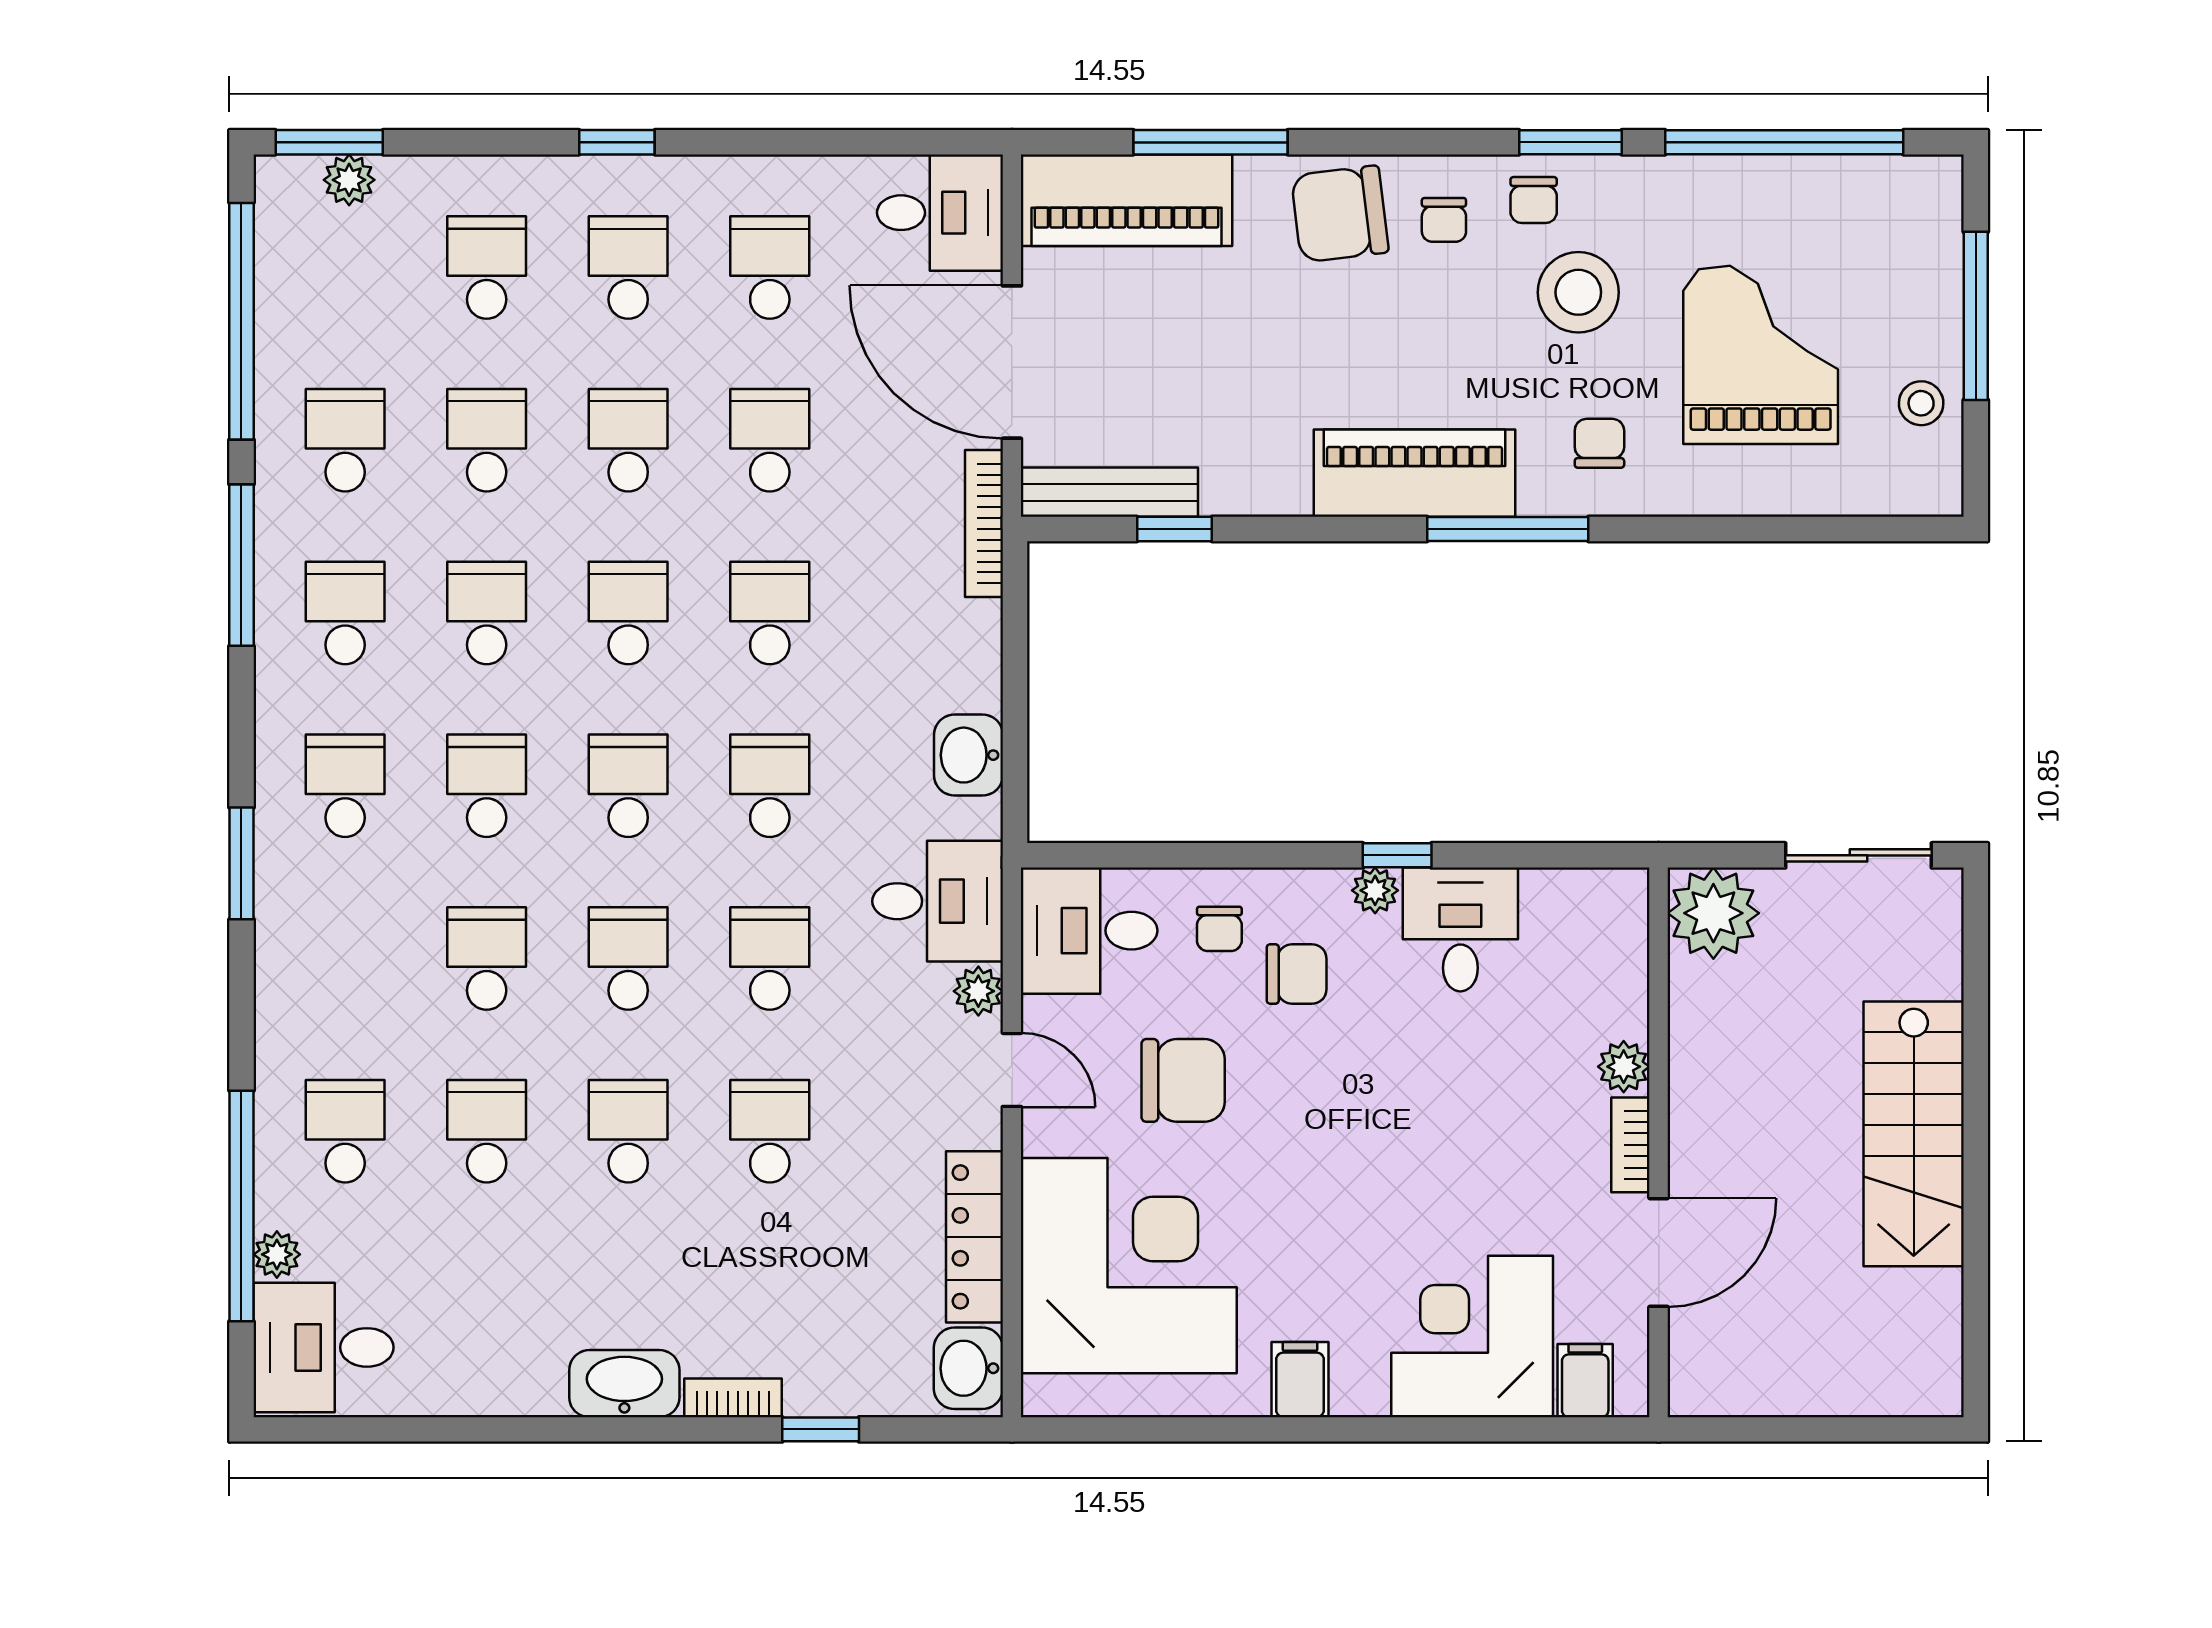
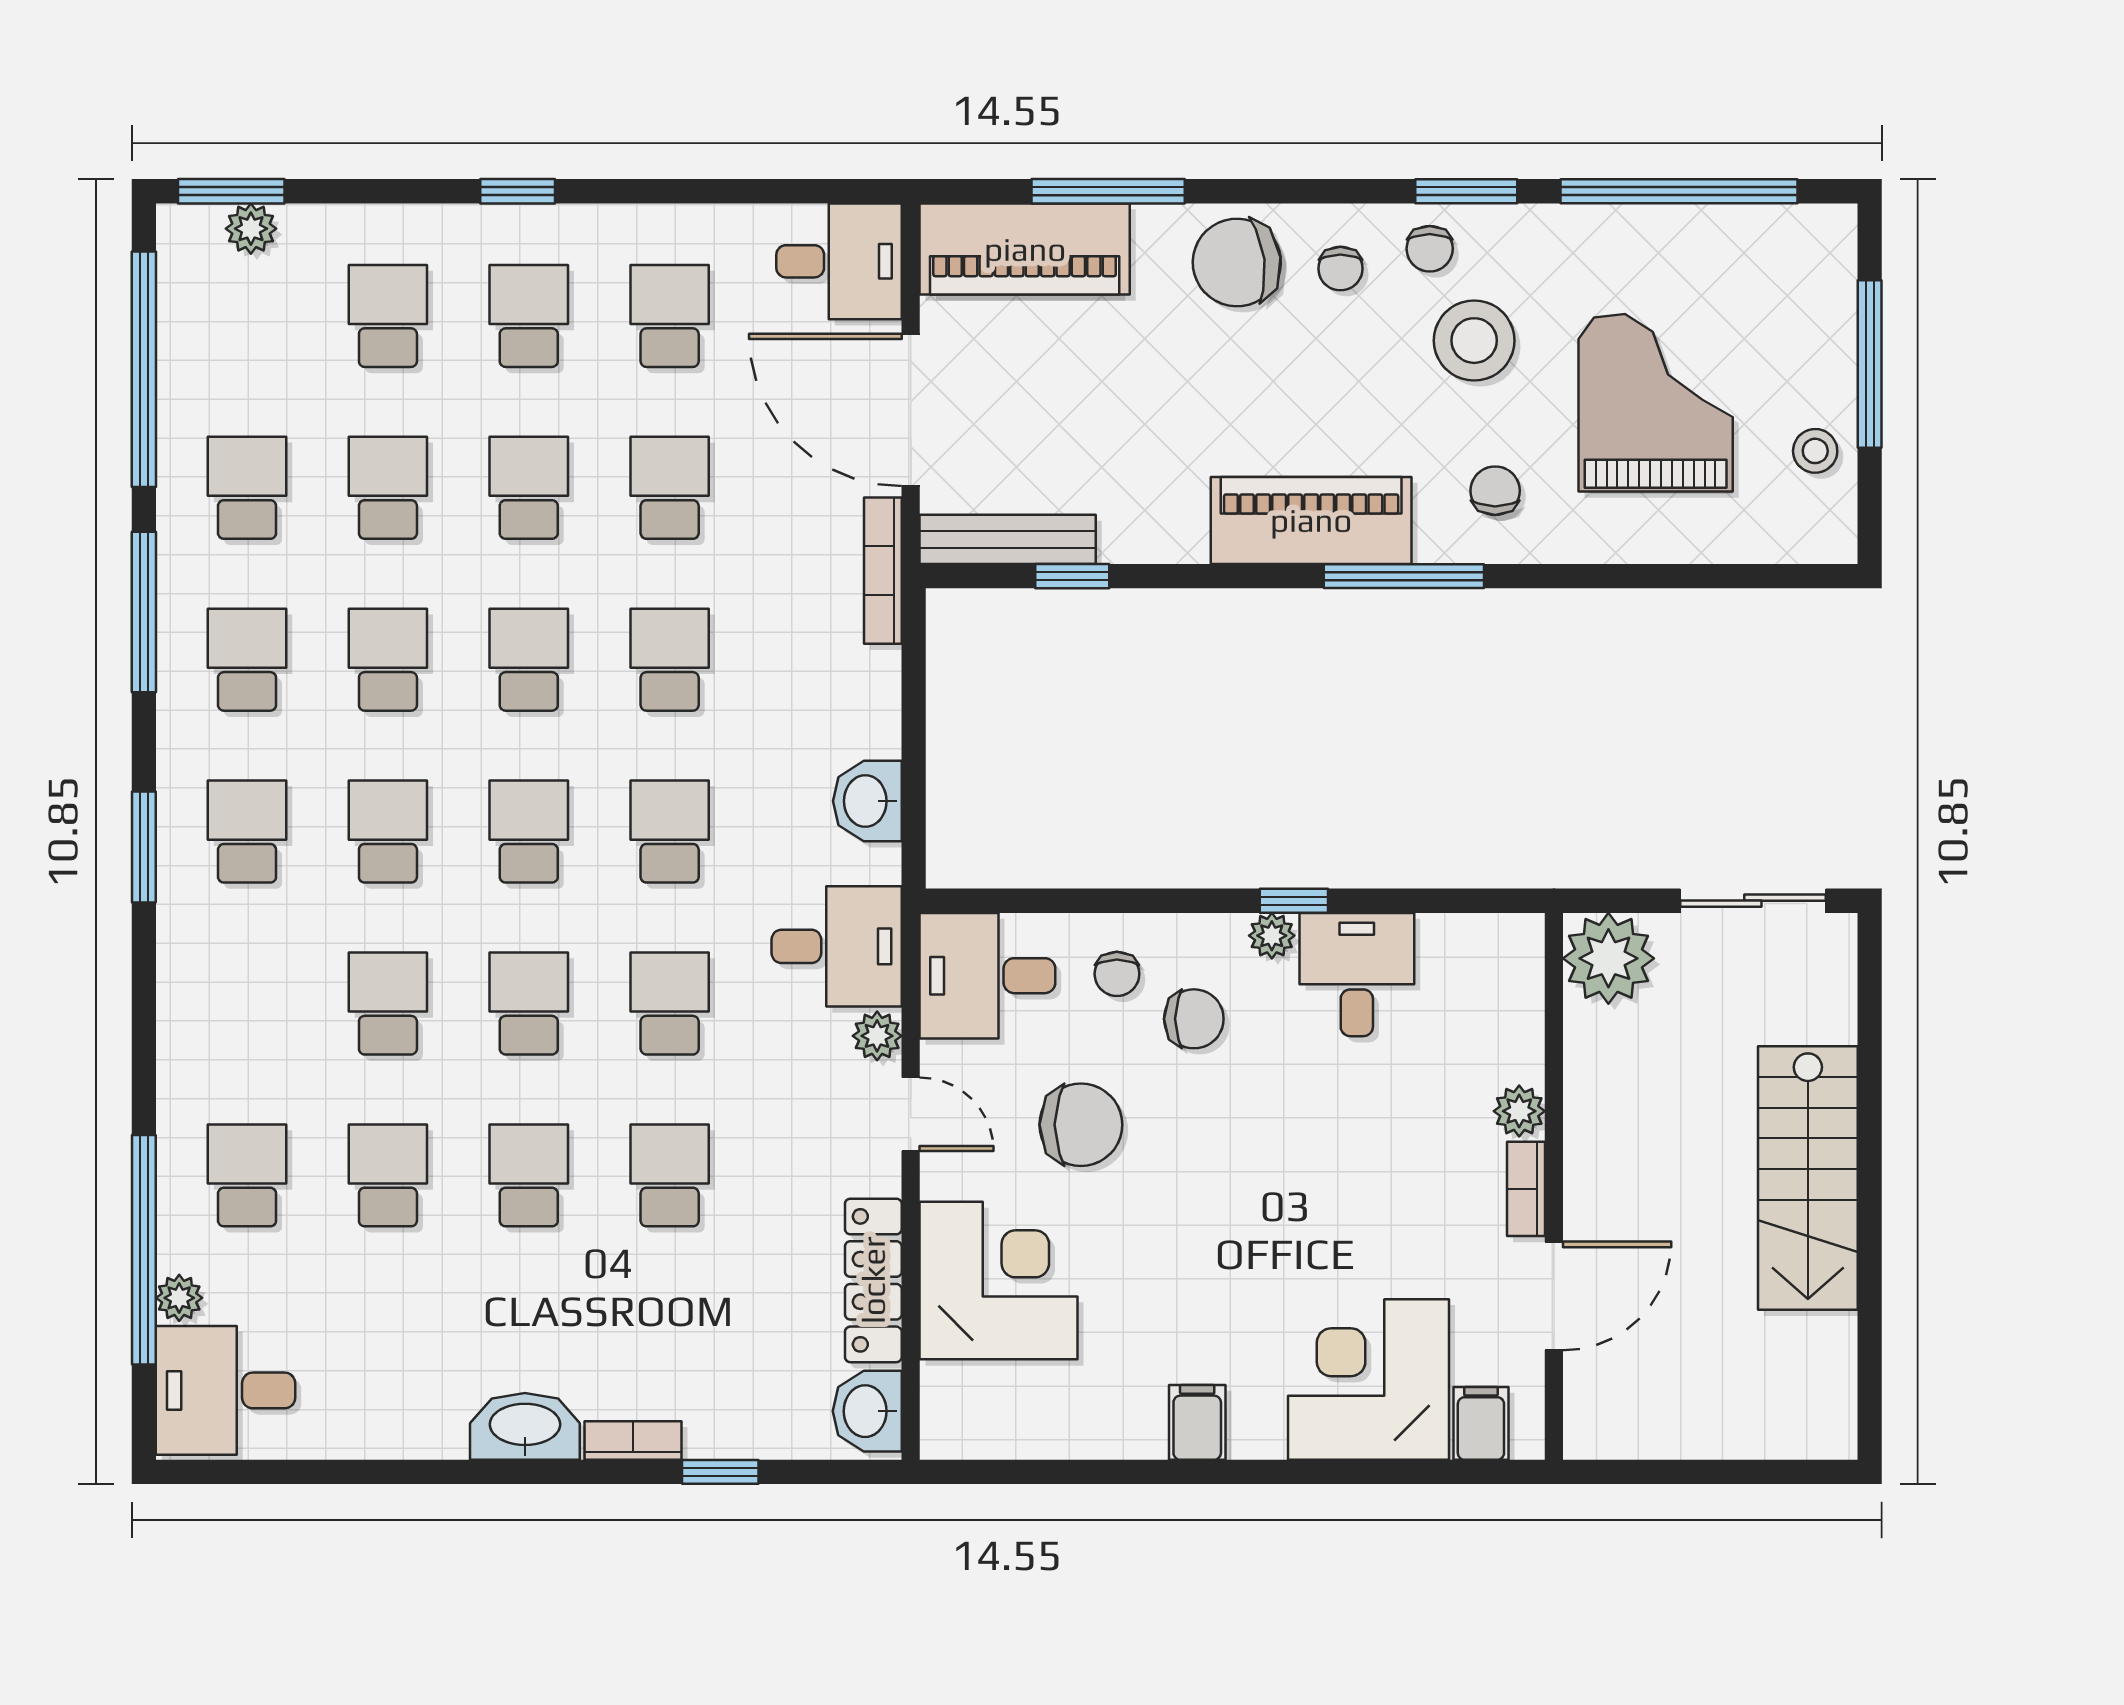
window: (241, 863) -> (144, 847), moved
corner desk: (1129, 1266) -> (998, 1281), width x0.74, depth x0.74

